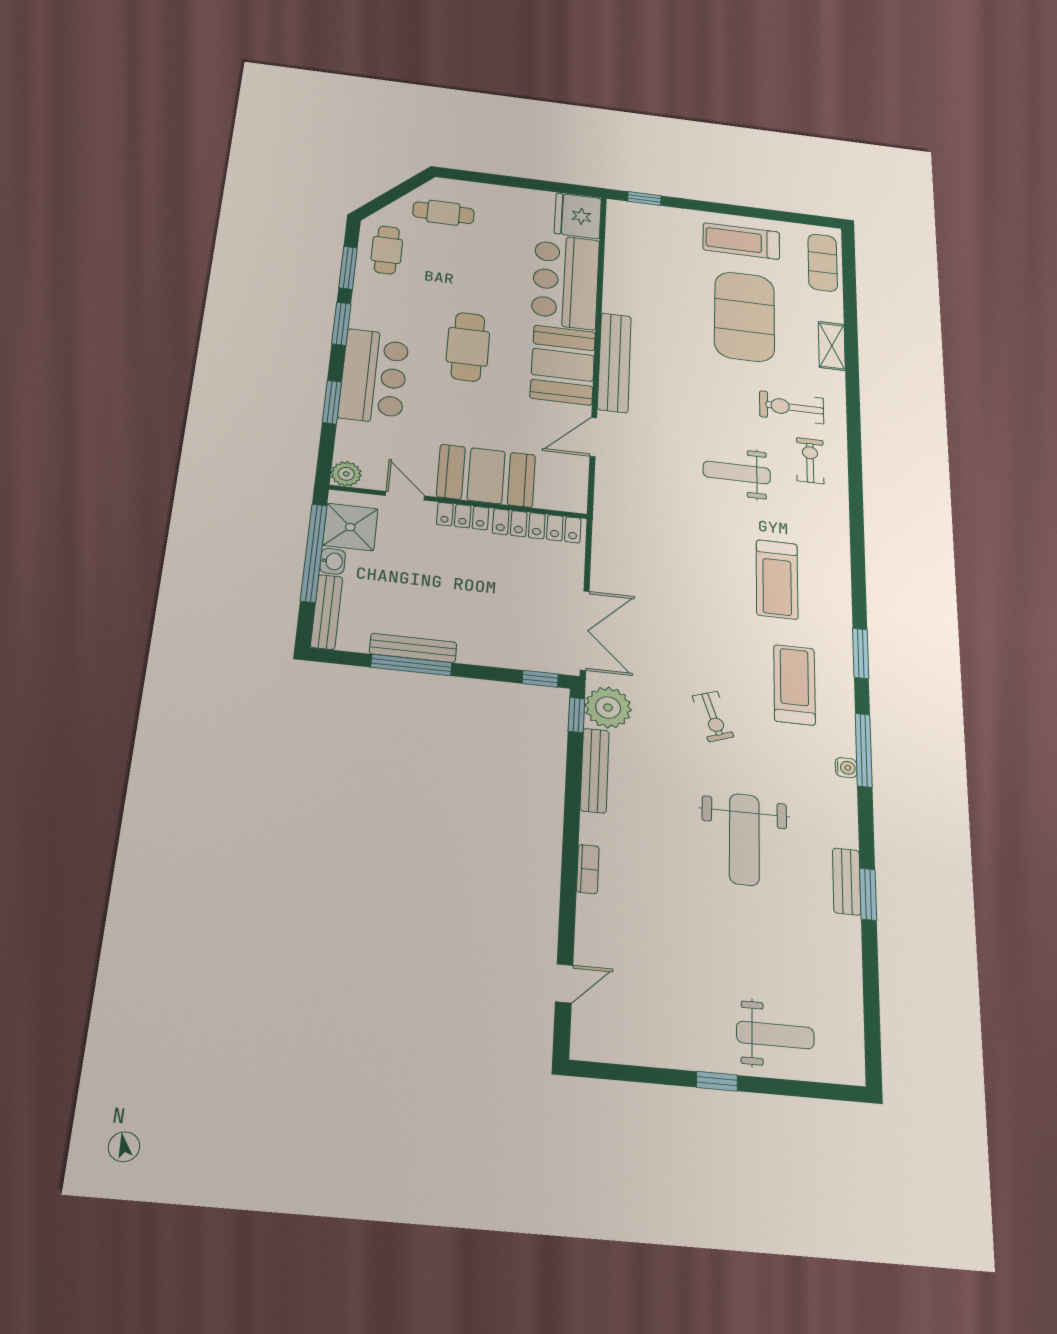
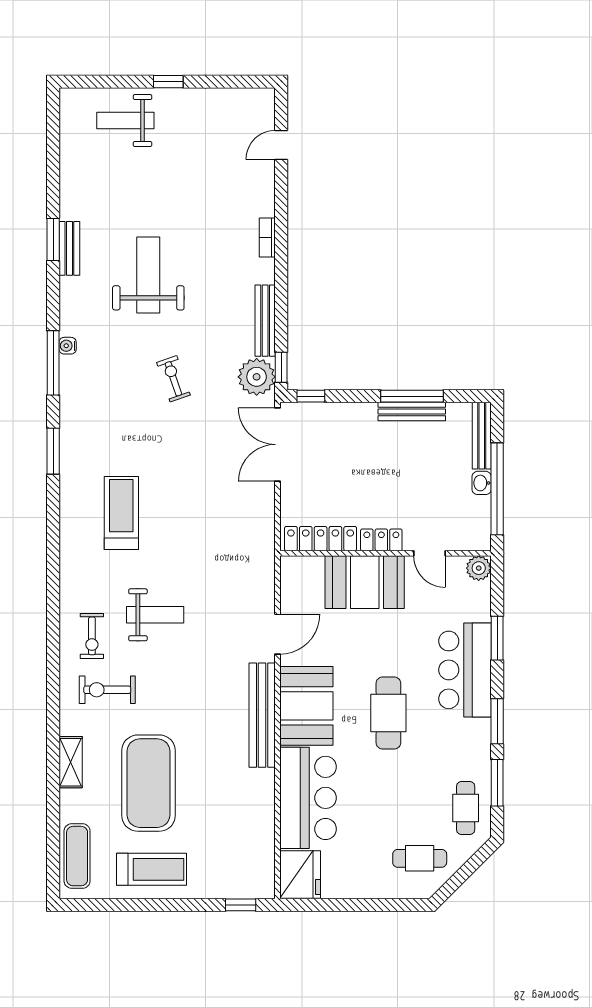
exercise bike: (792, 407) -> (107, 690), turned 180
shower: (350, 527) -> (471, 517), removed
treadmill: (794, 685) -> (108, 415), removed

